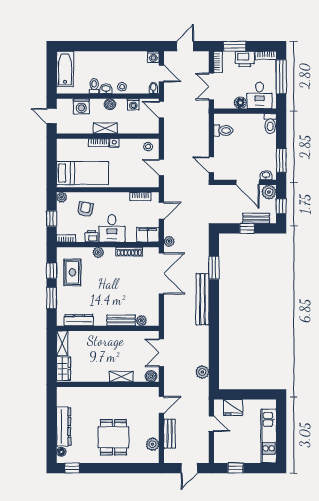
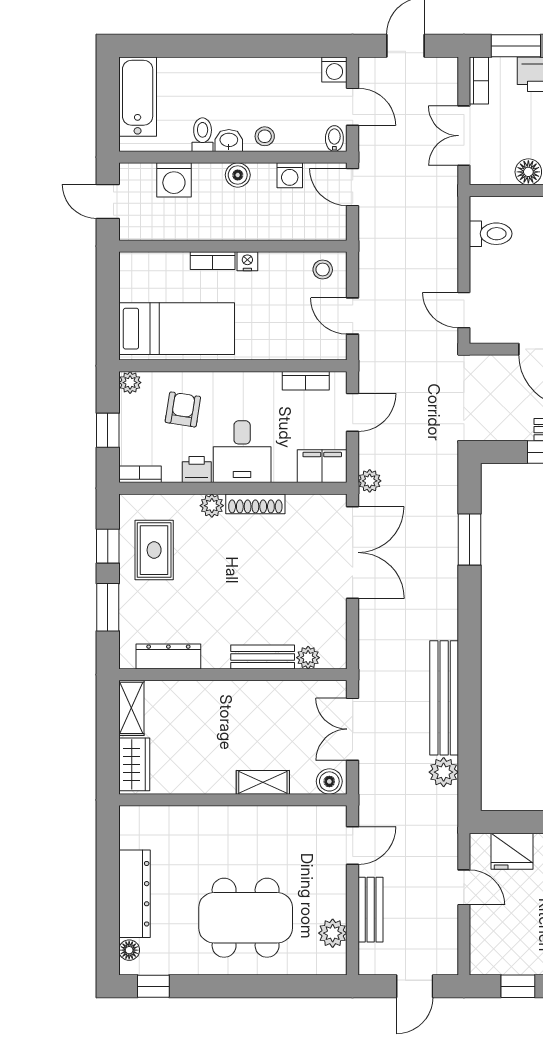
shelving: (105, 128) -> (227, 229), removed
shoe rack: (129, 252) -> (255, 504), moved
bench: (202, 299) -> (444, 698), moved
dining table: (113, 437) -> (246, 918), width x1.38

